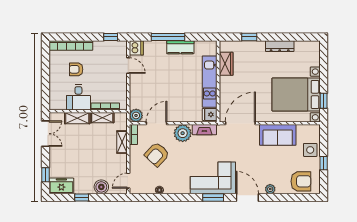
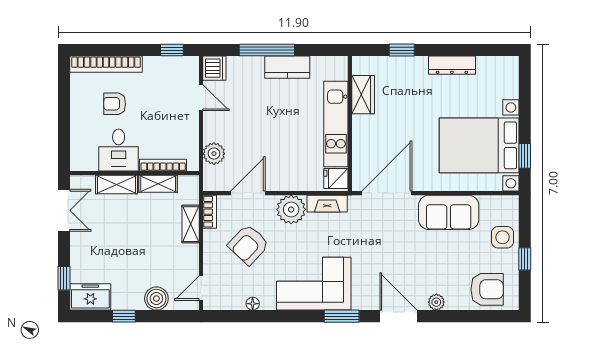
plant: (136, 115) -> (214, 154), moved
corner sofa: (213, 178) -> (314, 284), moved

